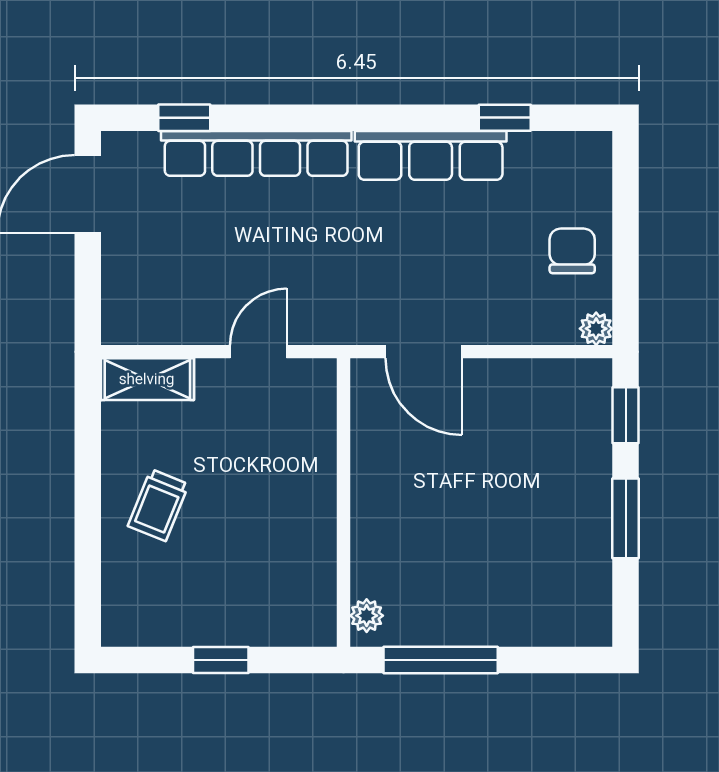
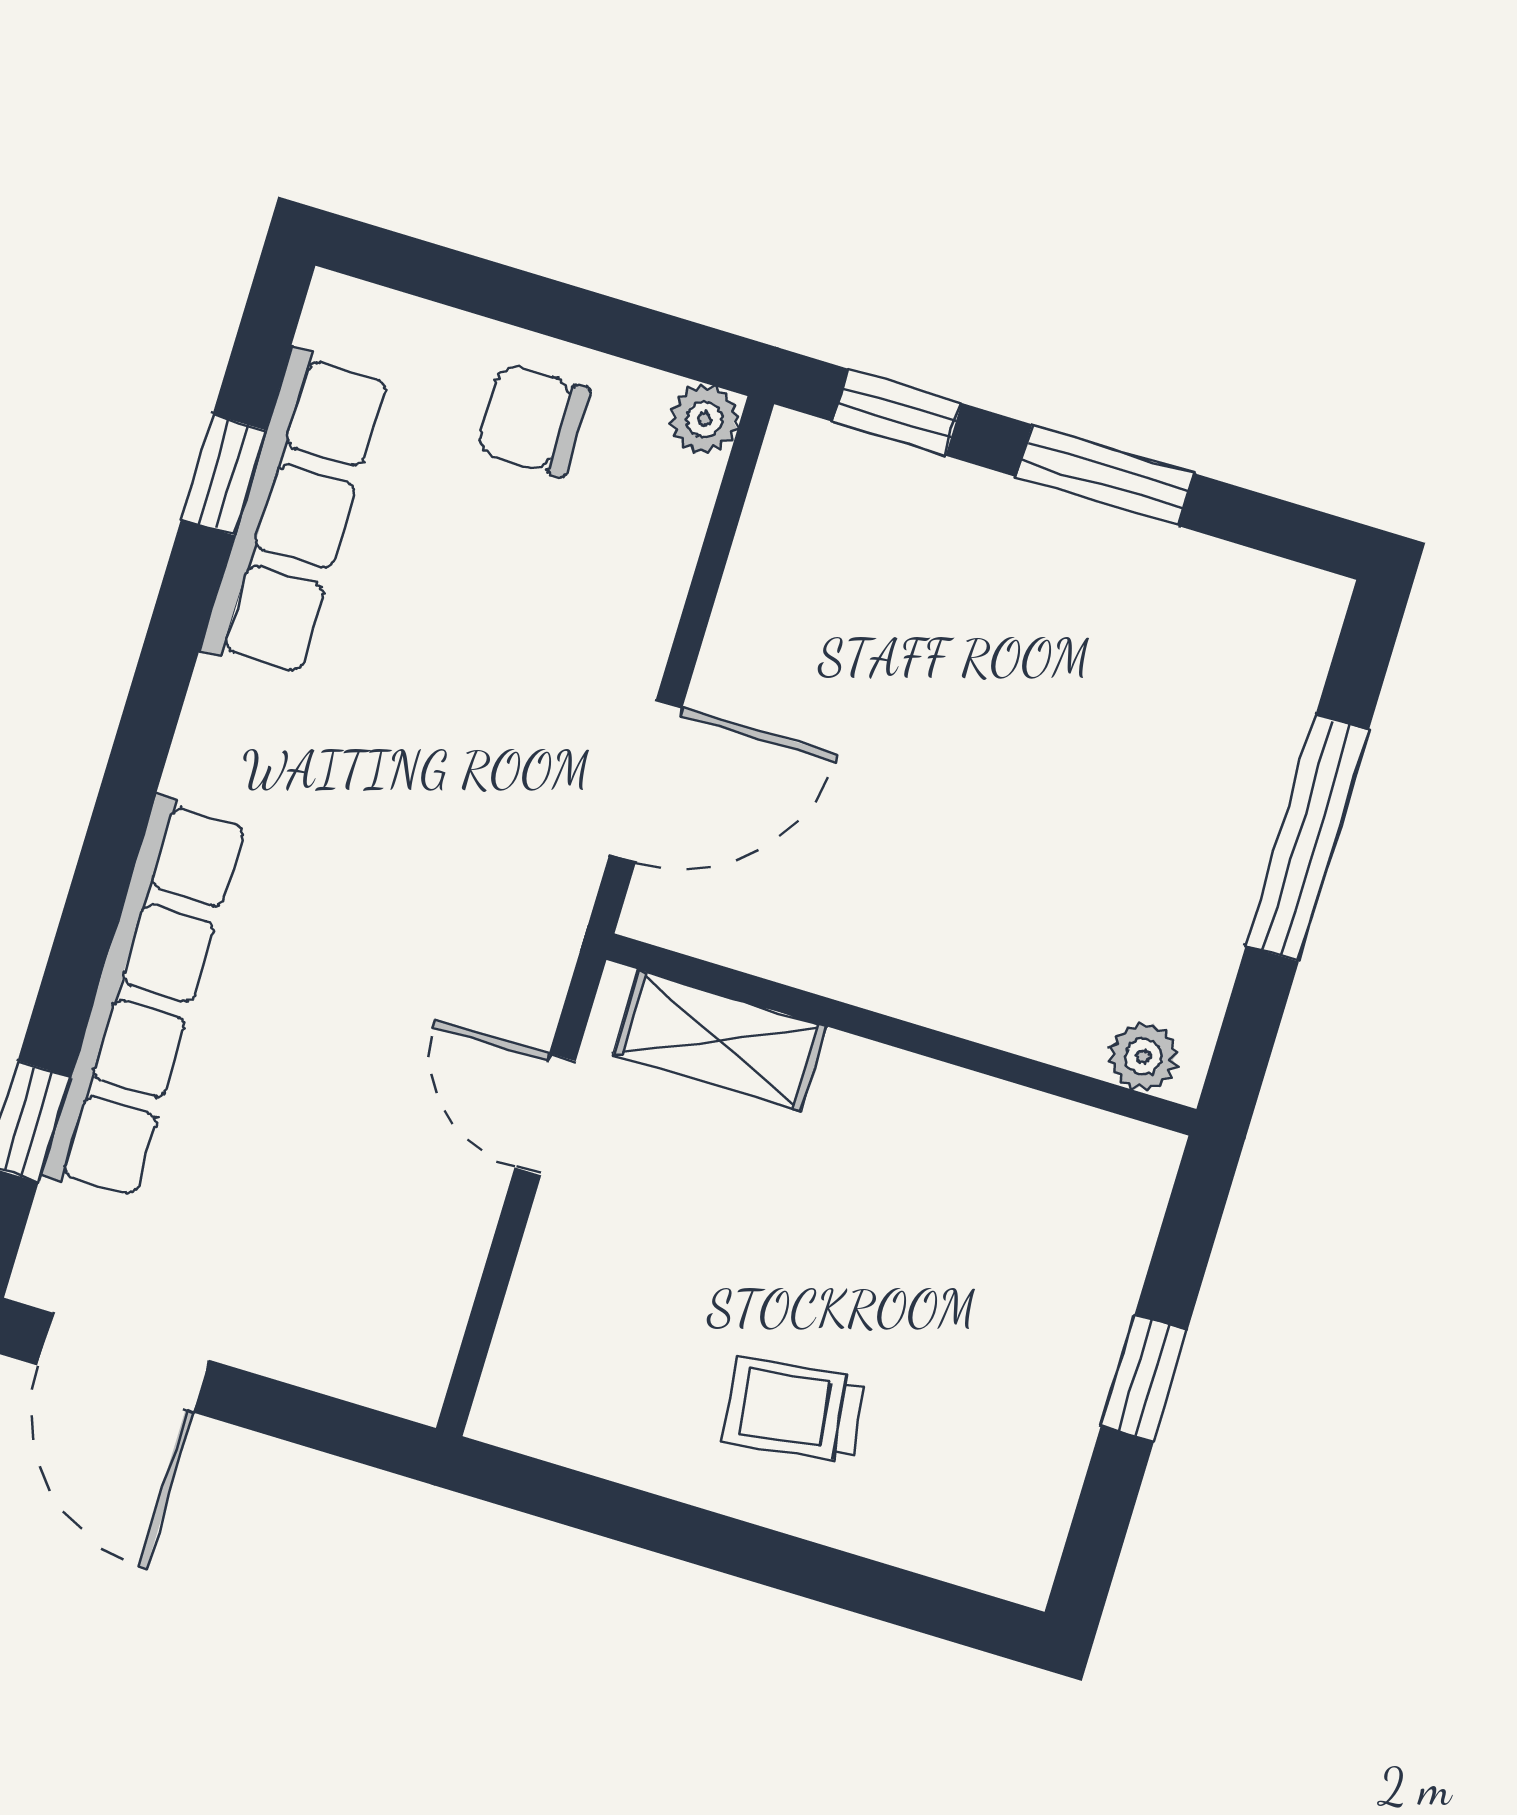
row of seats: (431, 155) -> (295, 513), moved
shelving: (147, 379) -> (720, 1040), moved, turned 90
trolley: (158, 505) -> (794, 1410), turned 151
window: (441, 660) -> (1307, 838), moved

